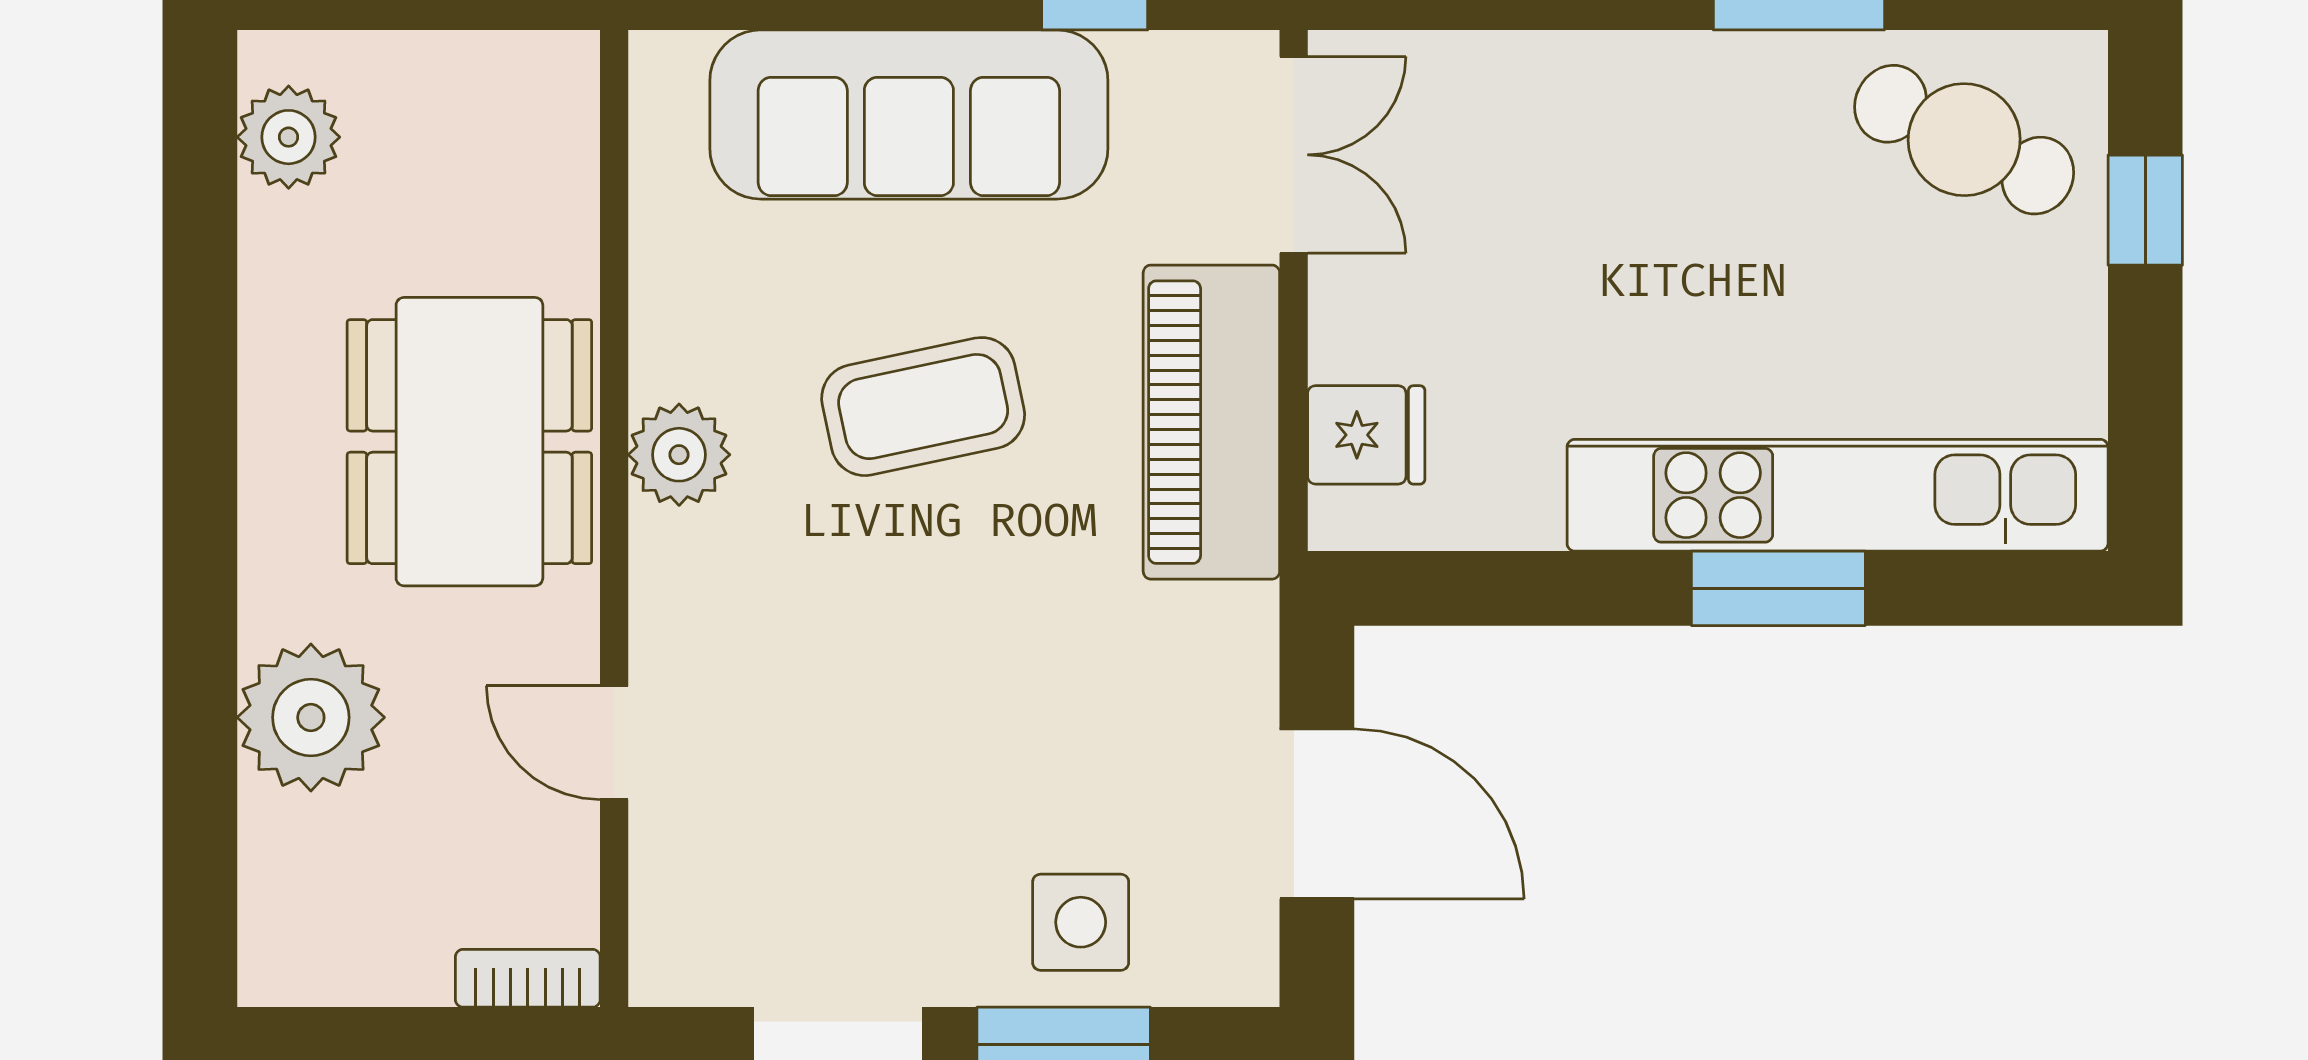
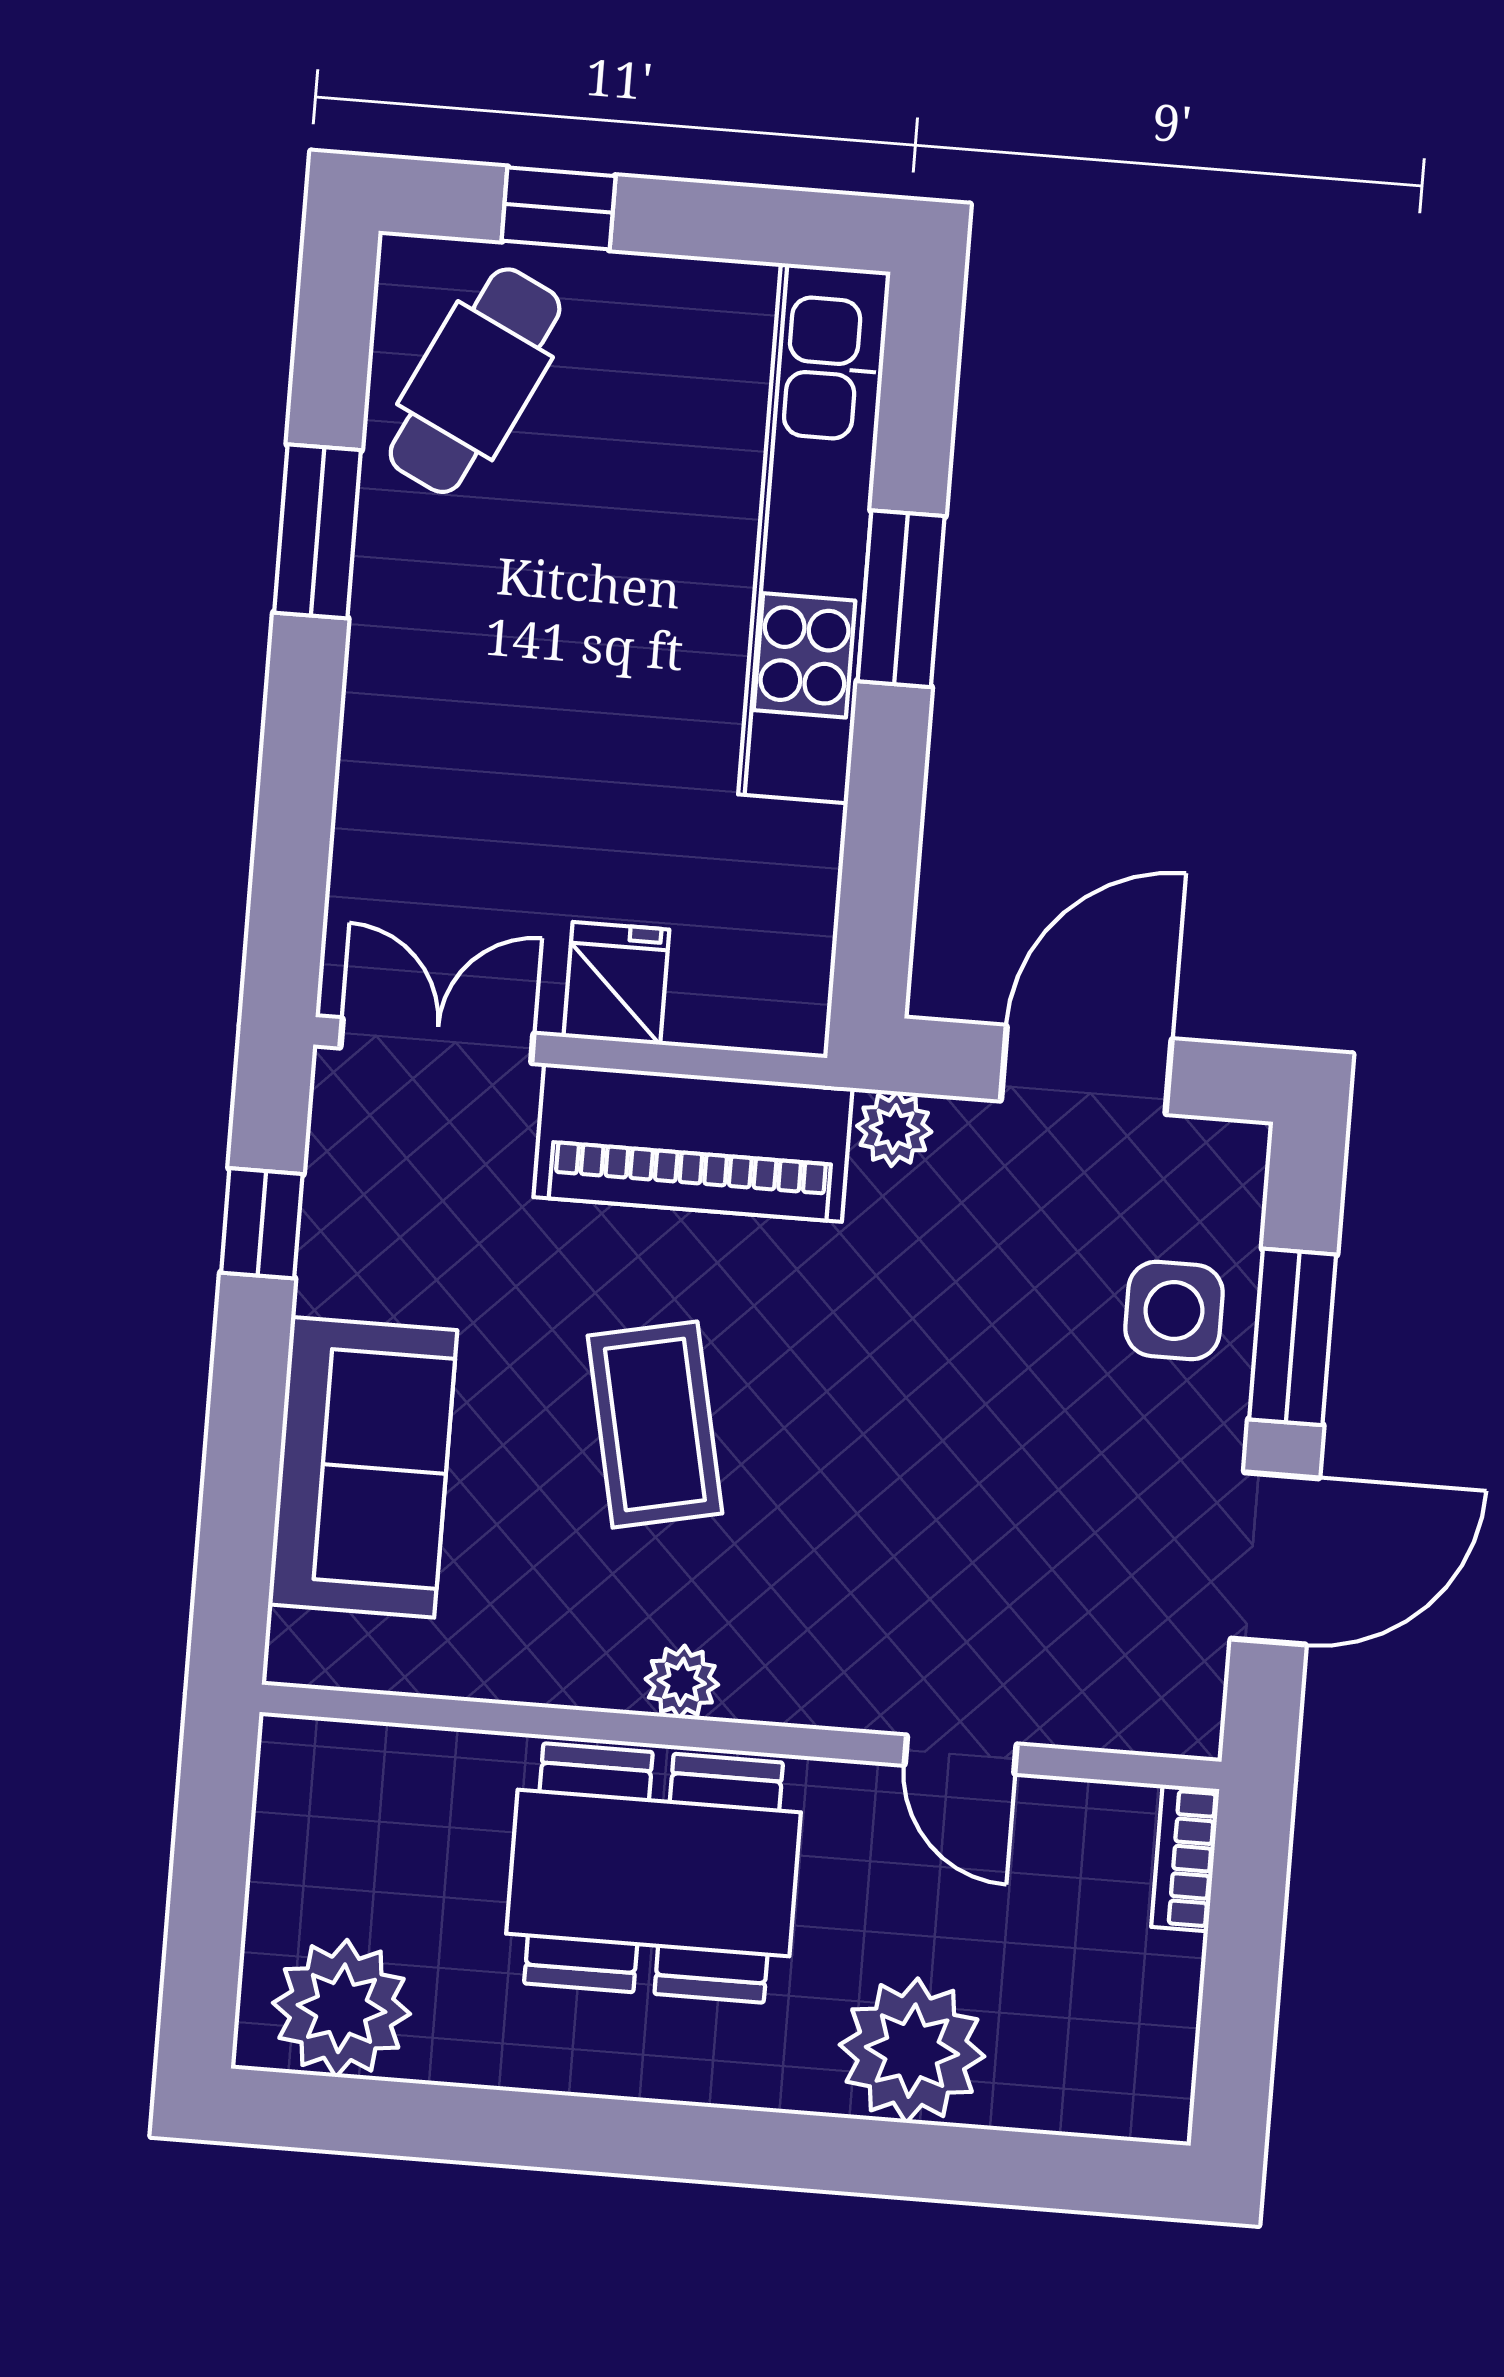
sofa: (909, 114) -> (363, 1467), width x0.73
plant: (289, 137) -> (342, 2008), width x1.36, depth x1.36
fridge: (1366, 435) -> (616, 983), moved
plant: (679, 455) -> (682, 1682), width x0.73, depth x0.73
plant: (1242, 625) -> (894, 1129), added
door: (614, 743) -> (961, 1755), hinge flipped

